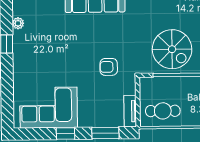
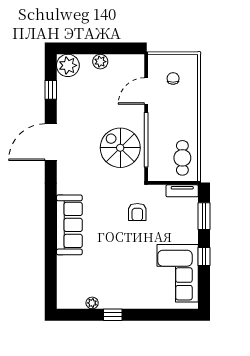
spiral stairs: (172, 49) -> (120, 148), turned -90

